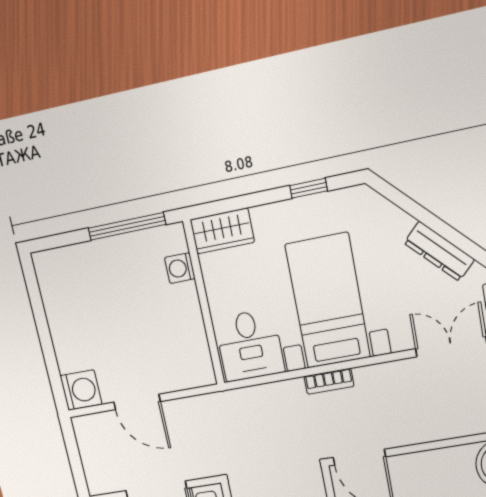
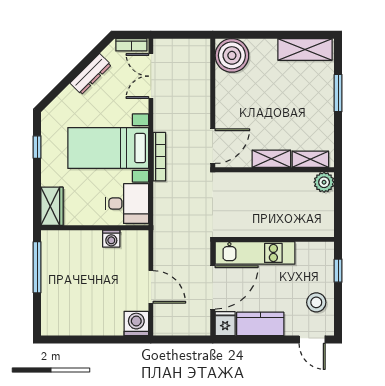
washing machine: (180, 268) -> (111, 239), moved
bookcase: (329, 381) -> (159, 157), width x1.56
door: (137, 402) -> (151, 287), hinge flipped

